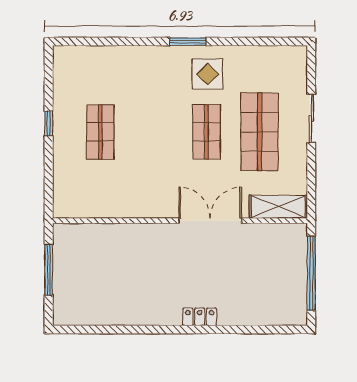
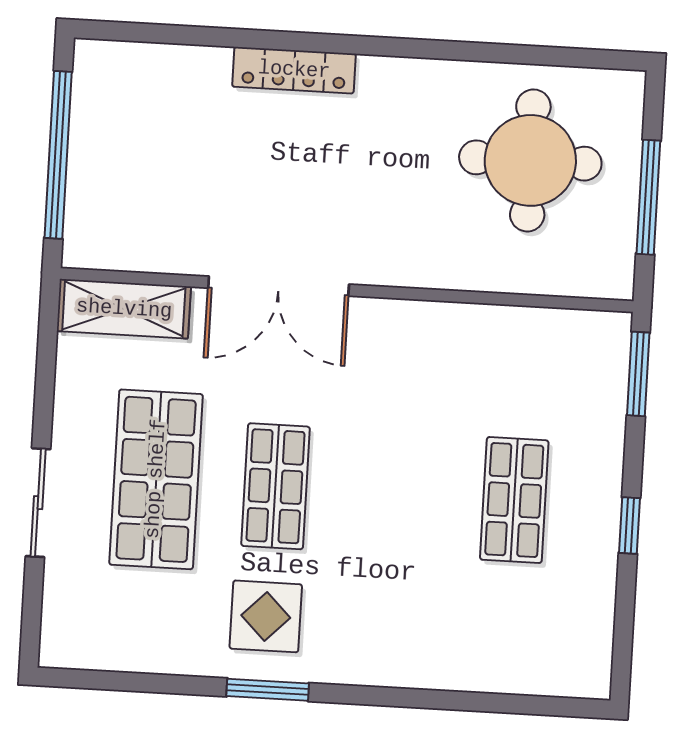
window: (188, 42) -> (268, 690), moved
window: (49, 191) -> (638, 374), added
round table: (102, 283) -> (530, 160), added
locker: (200, 317) -> (294, 70), width x1.53

